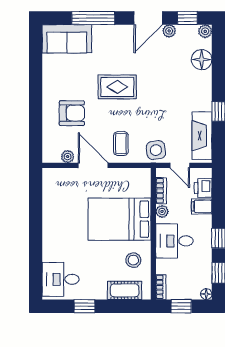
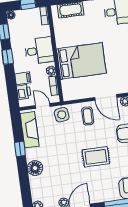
floor lamp: (202, 60) -> (35, 168), moved
stool: (133, 260) -> (67, 33), removed

